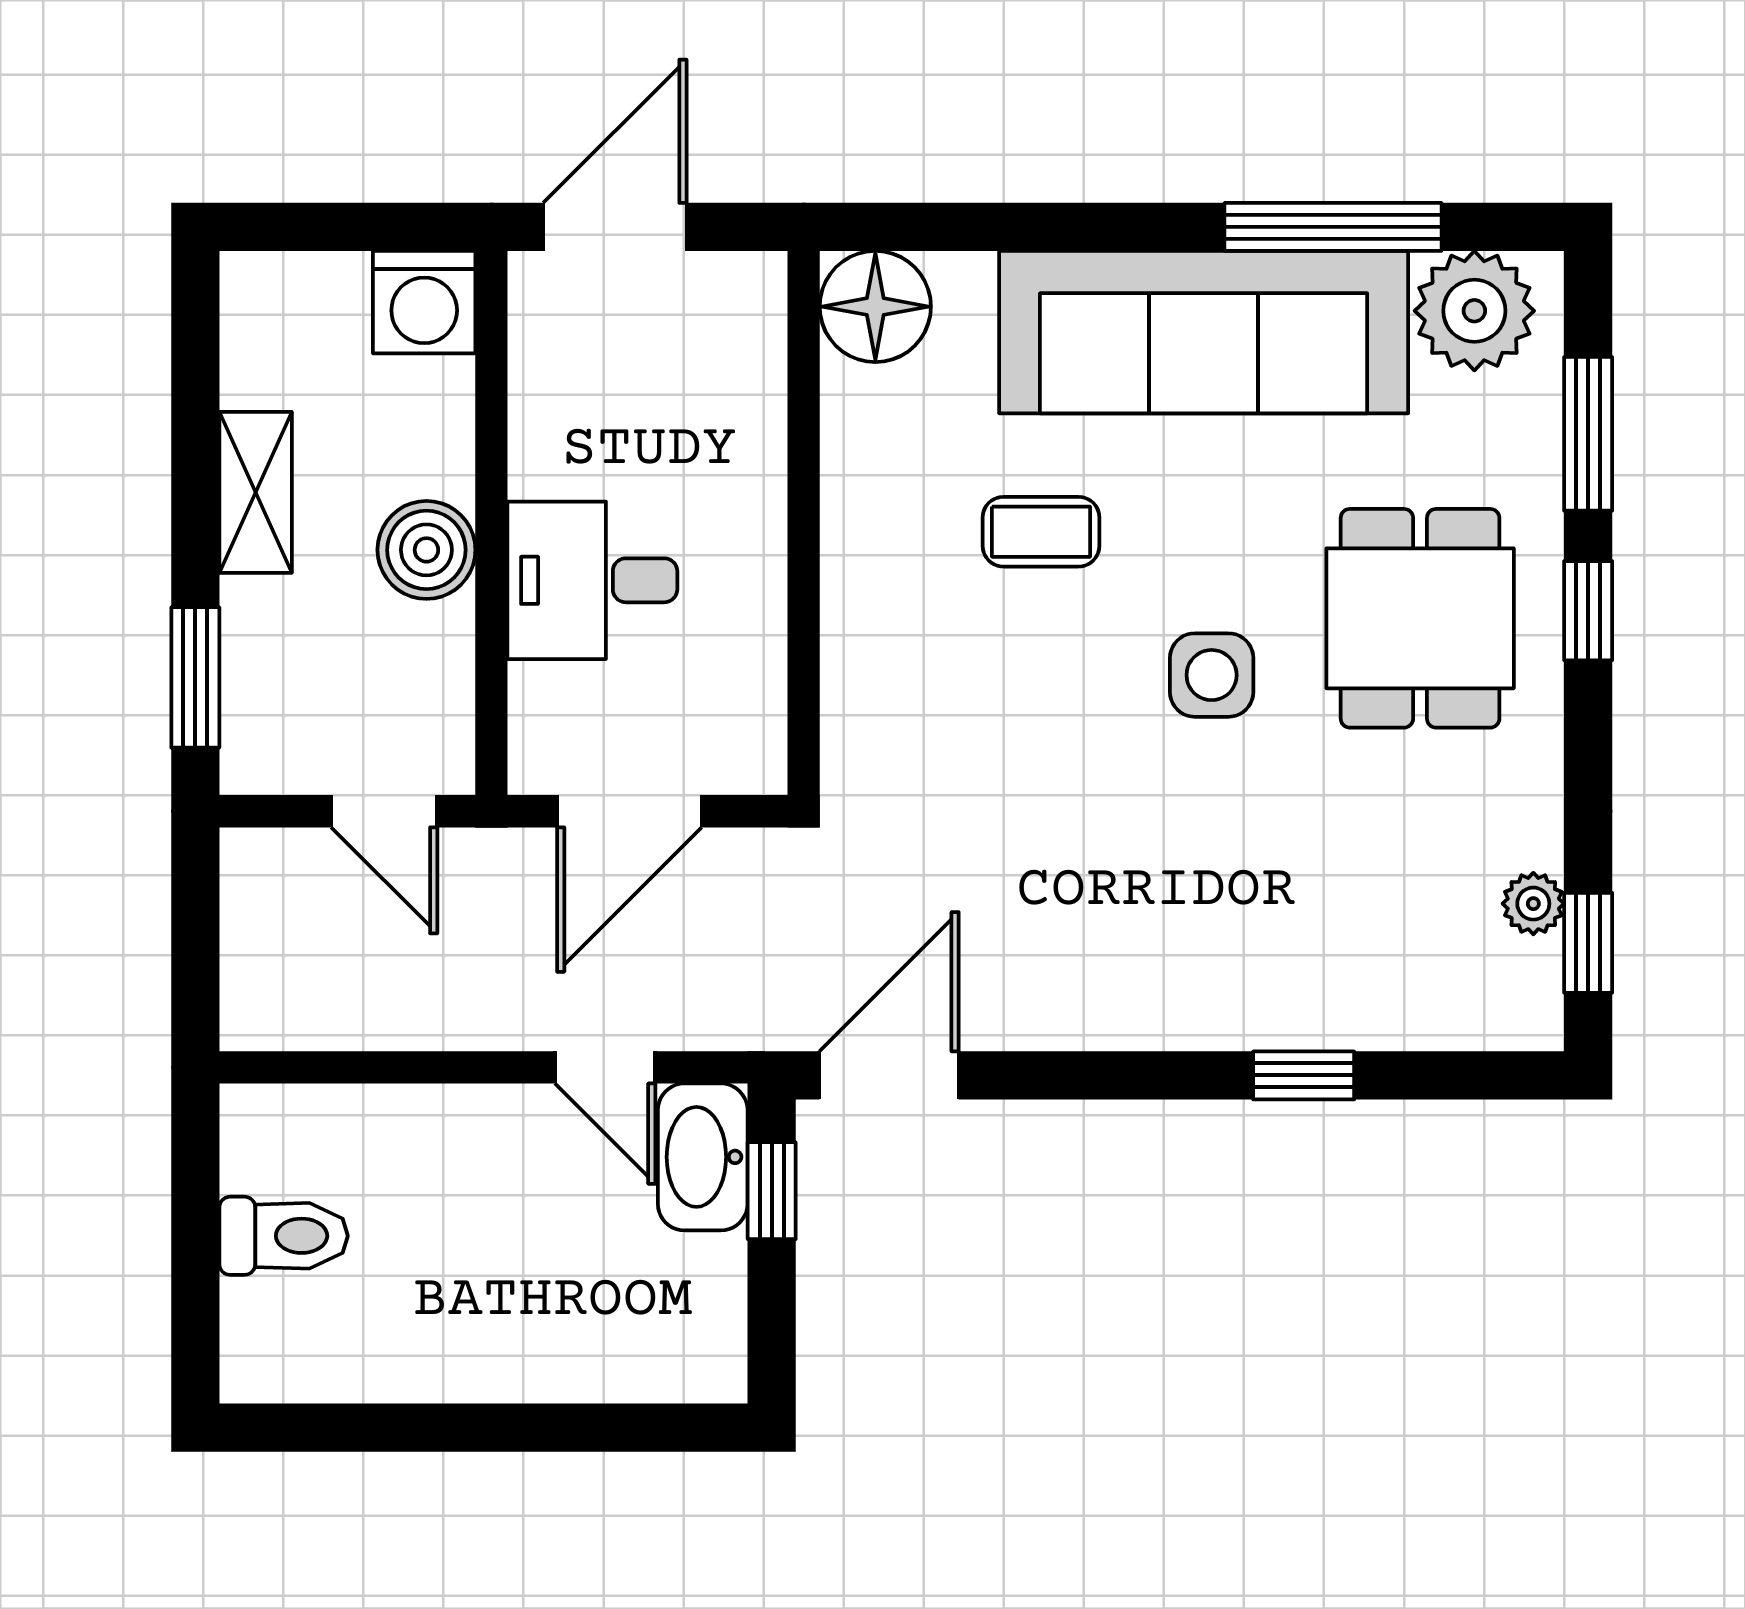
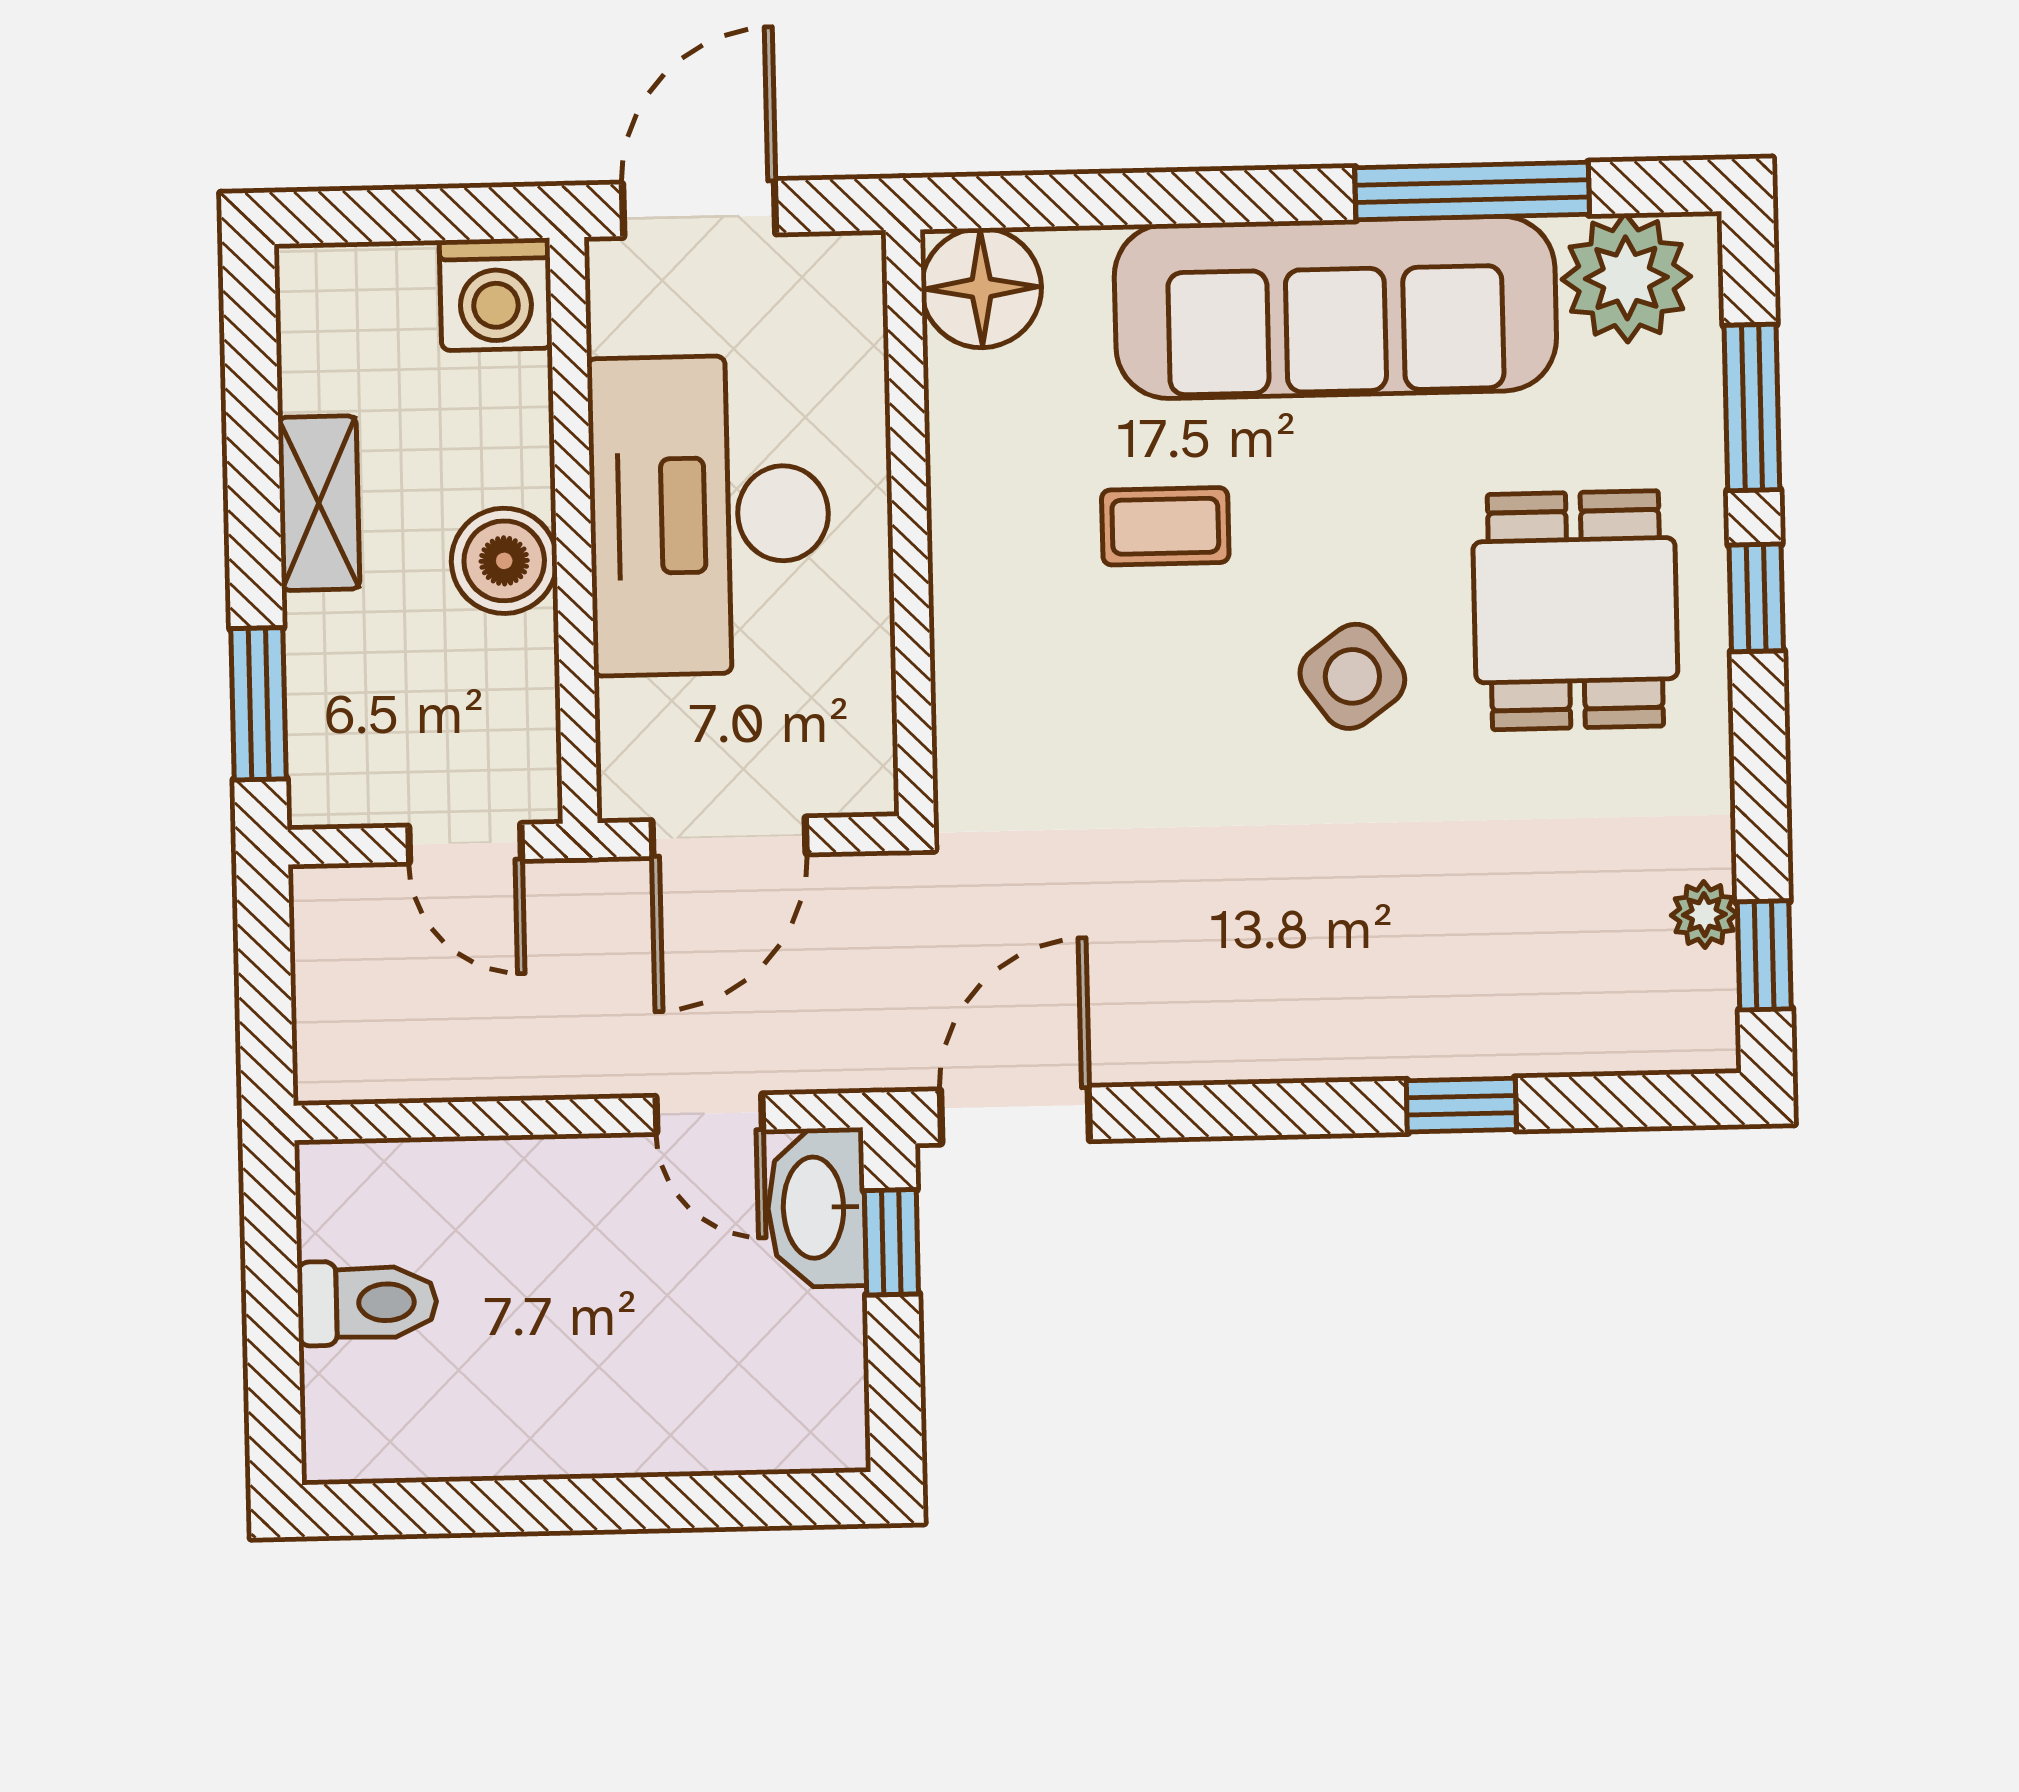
desk: (592, 580) -> (709, 515), width x1.87, depth x1.30
side table: (1212, 675) -> (1352, 676), turned -36

